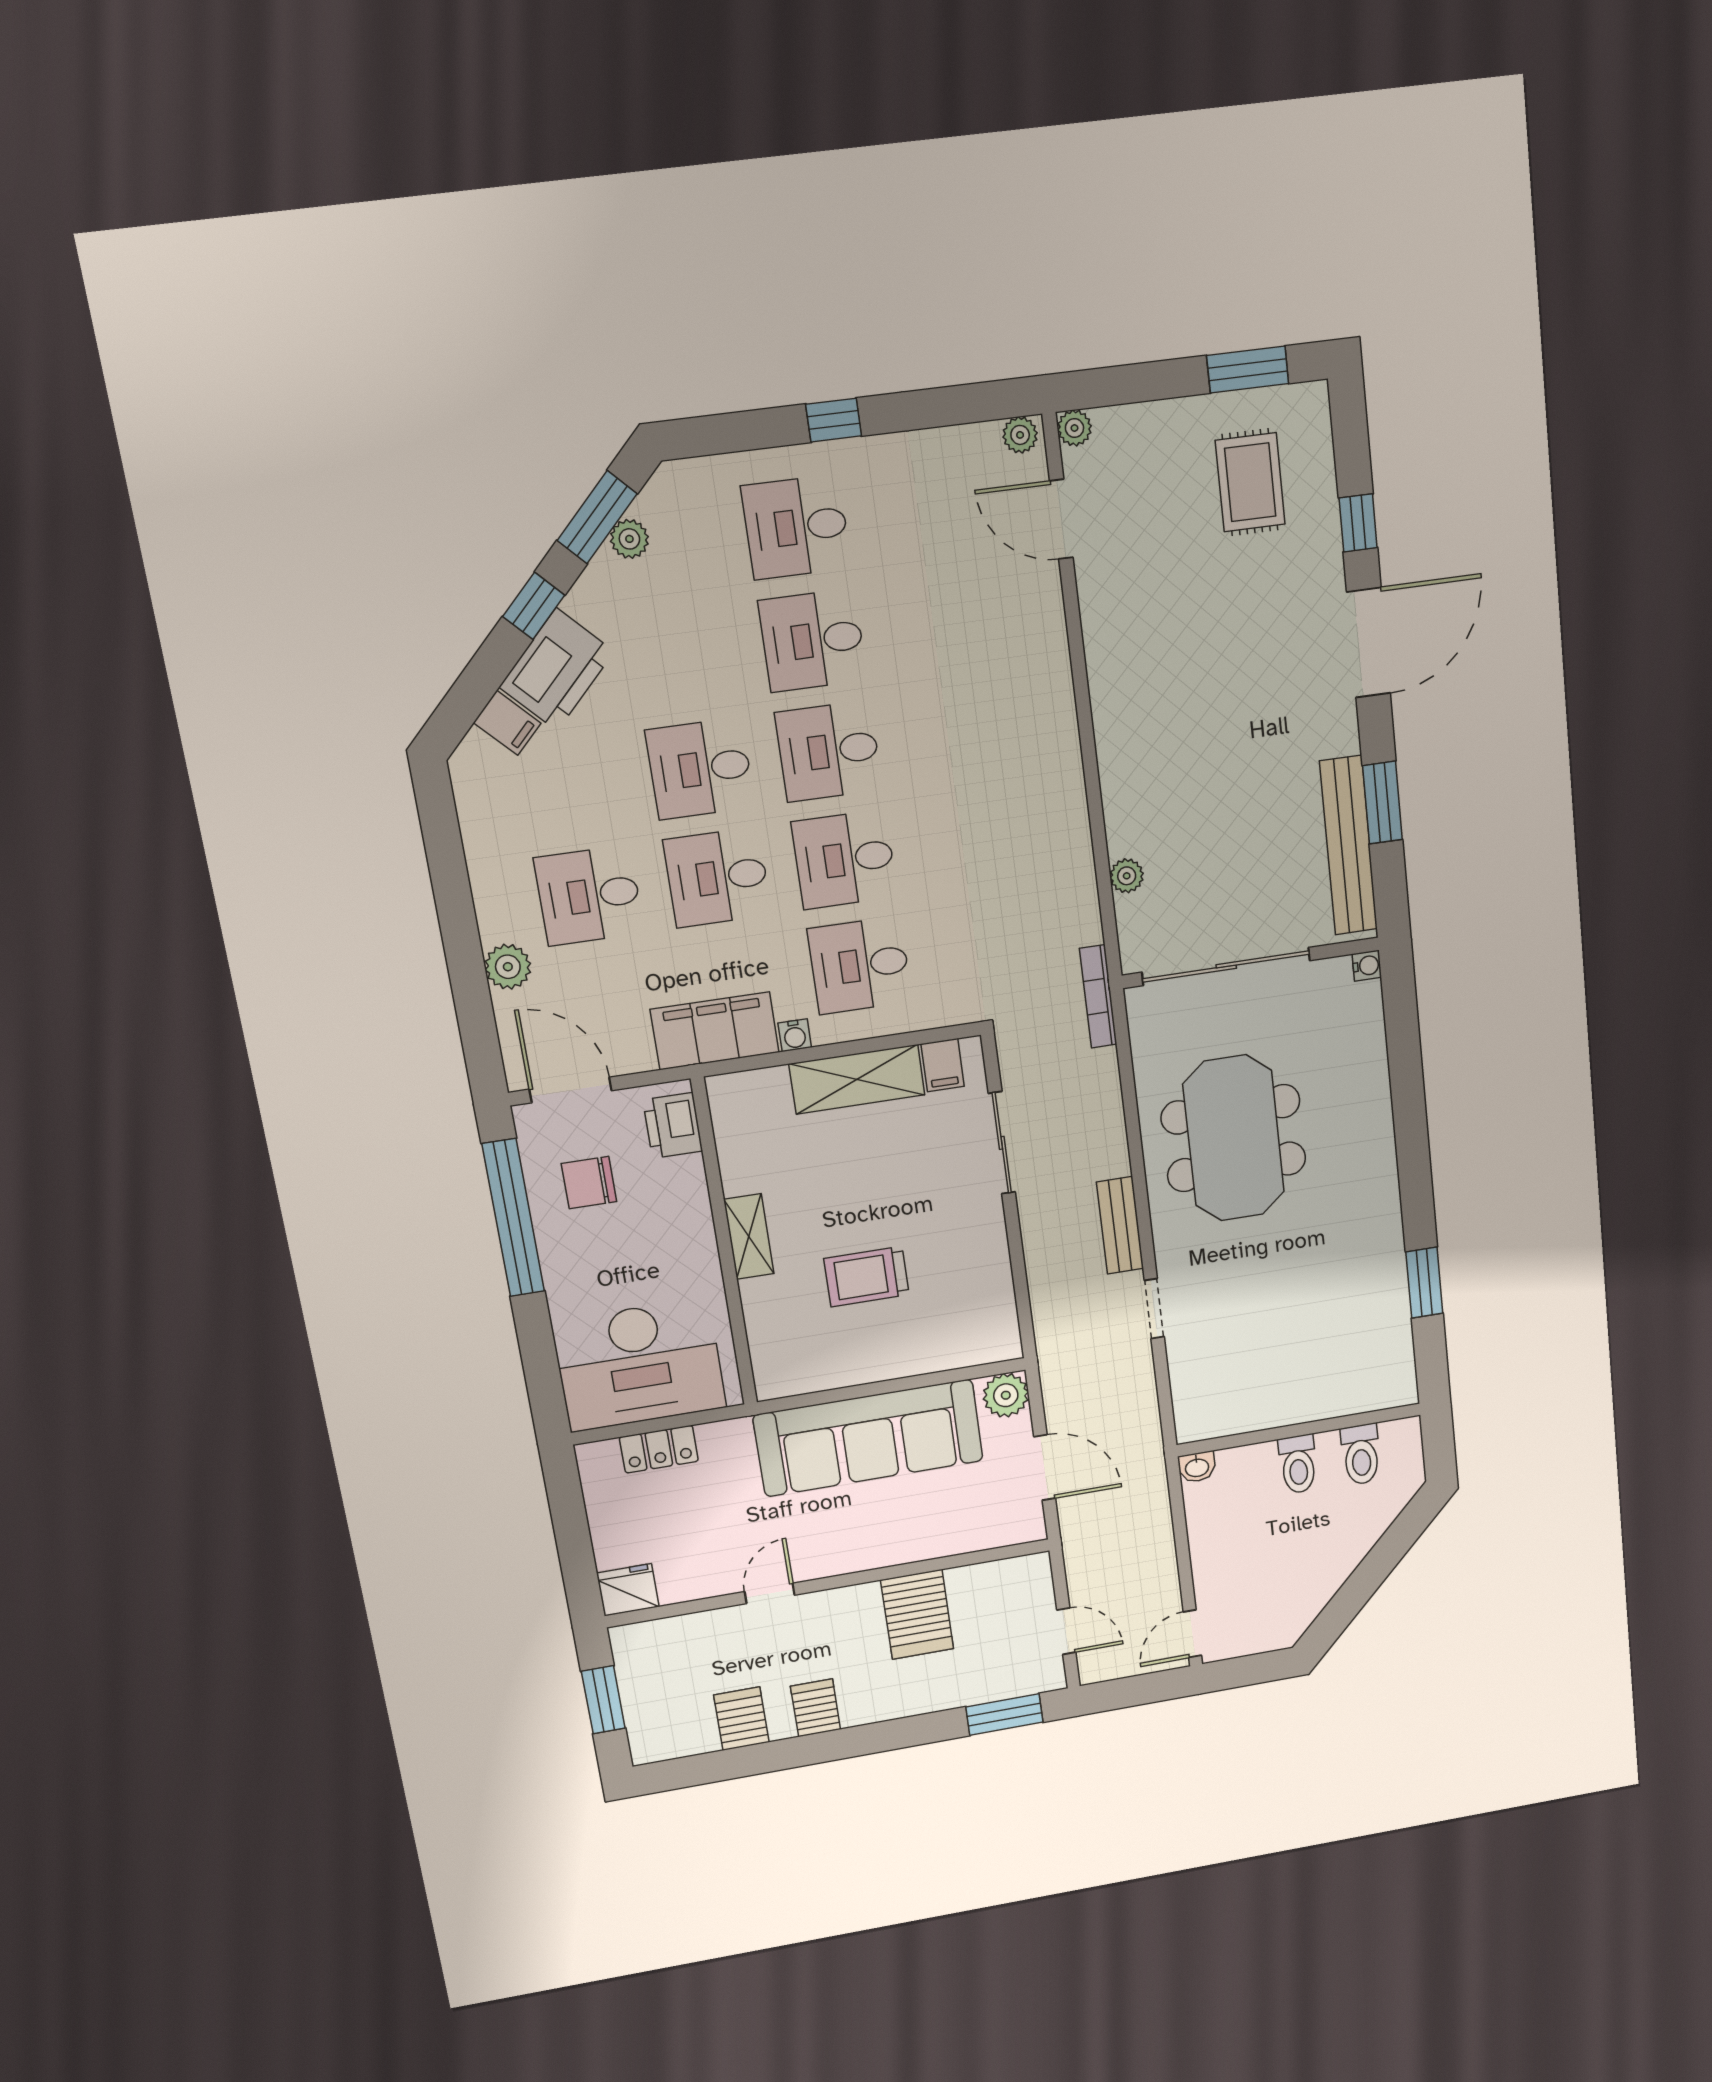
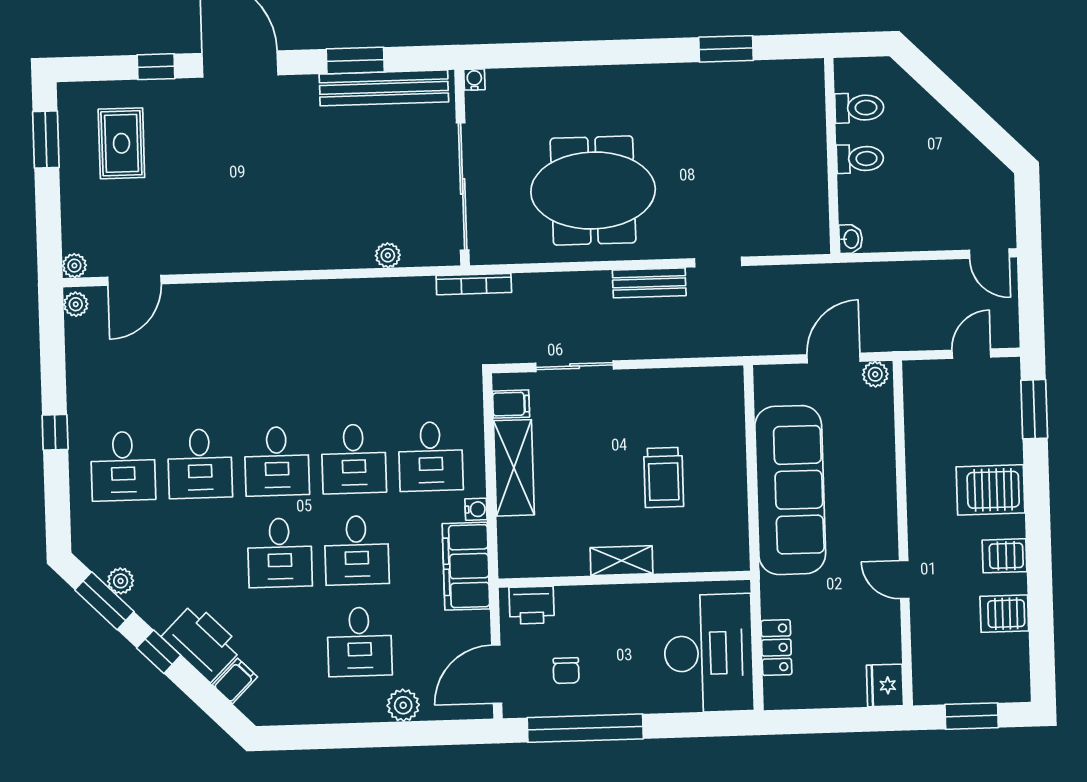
rug: (1250, 482) -> (121, 143), turned 90
chair: (589, 1183) -> (566, 671), width x0.73, depth x0.73
plant: (1006, 1395) -> (875, 374), moved, width x0.73, depth x0.73
server rack: (917, 1614) -> (991, 490), moved, turned 180

